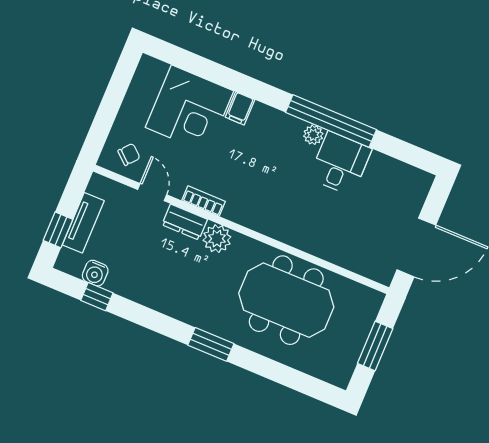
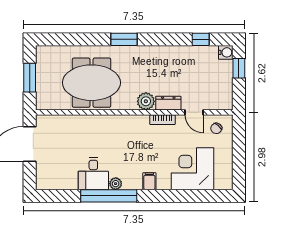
filing cabinet: (240, 108) -> (149, 181), moved
tv unit: (83, 223) -> (226, 78), removed
water cooler: (95, 273) -> (226, 52), moved, turned 90

